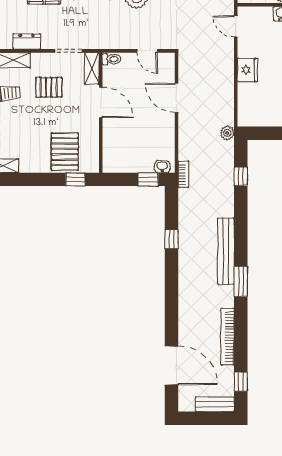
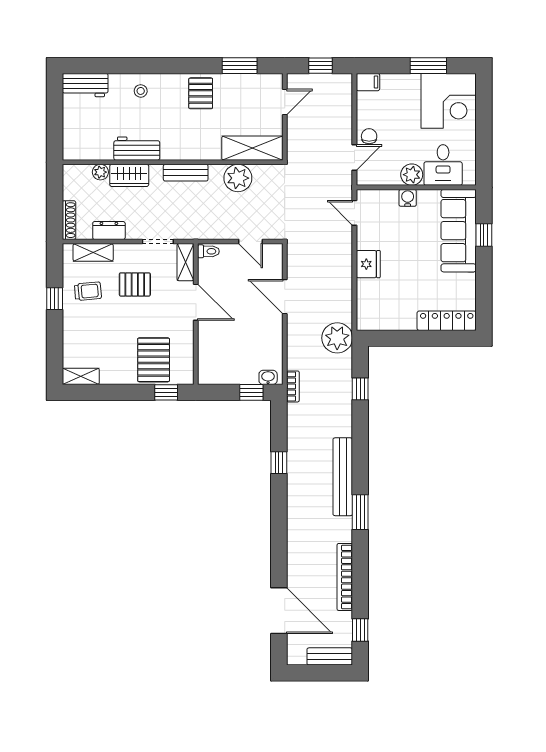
plant: (227, 133) -> (337, 338), width x1.88, depth x1.88

